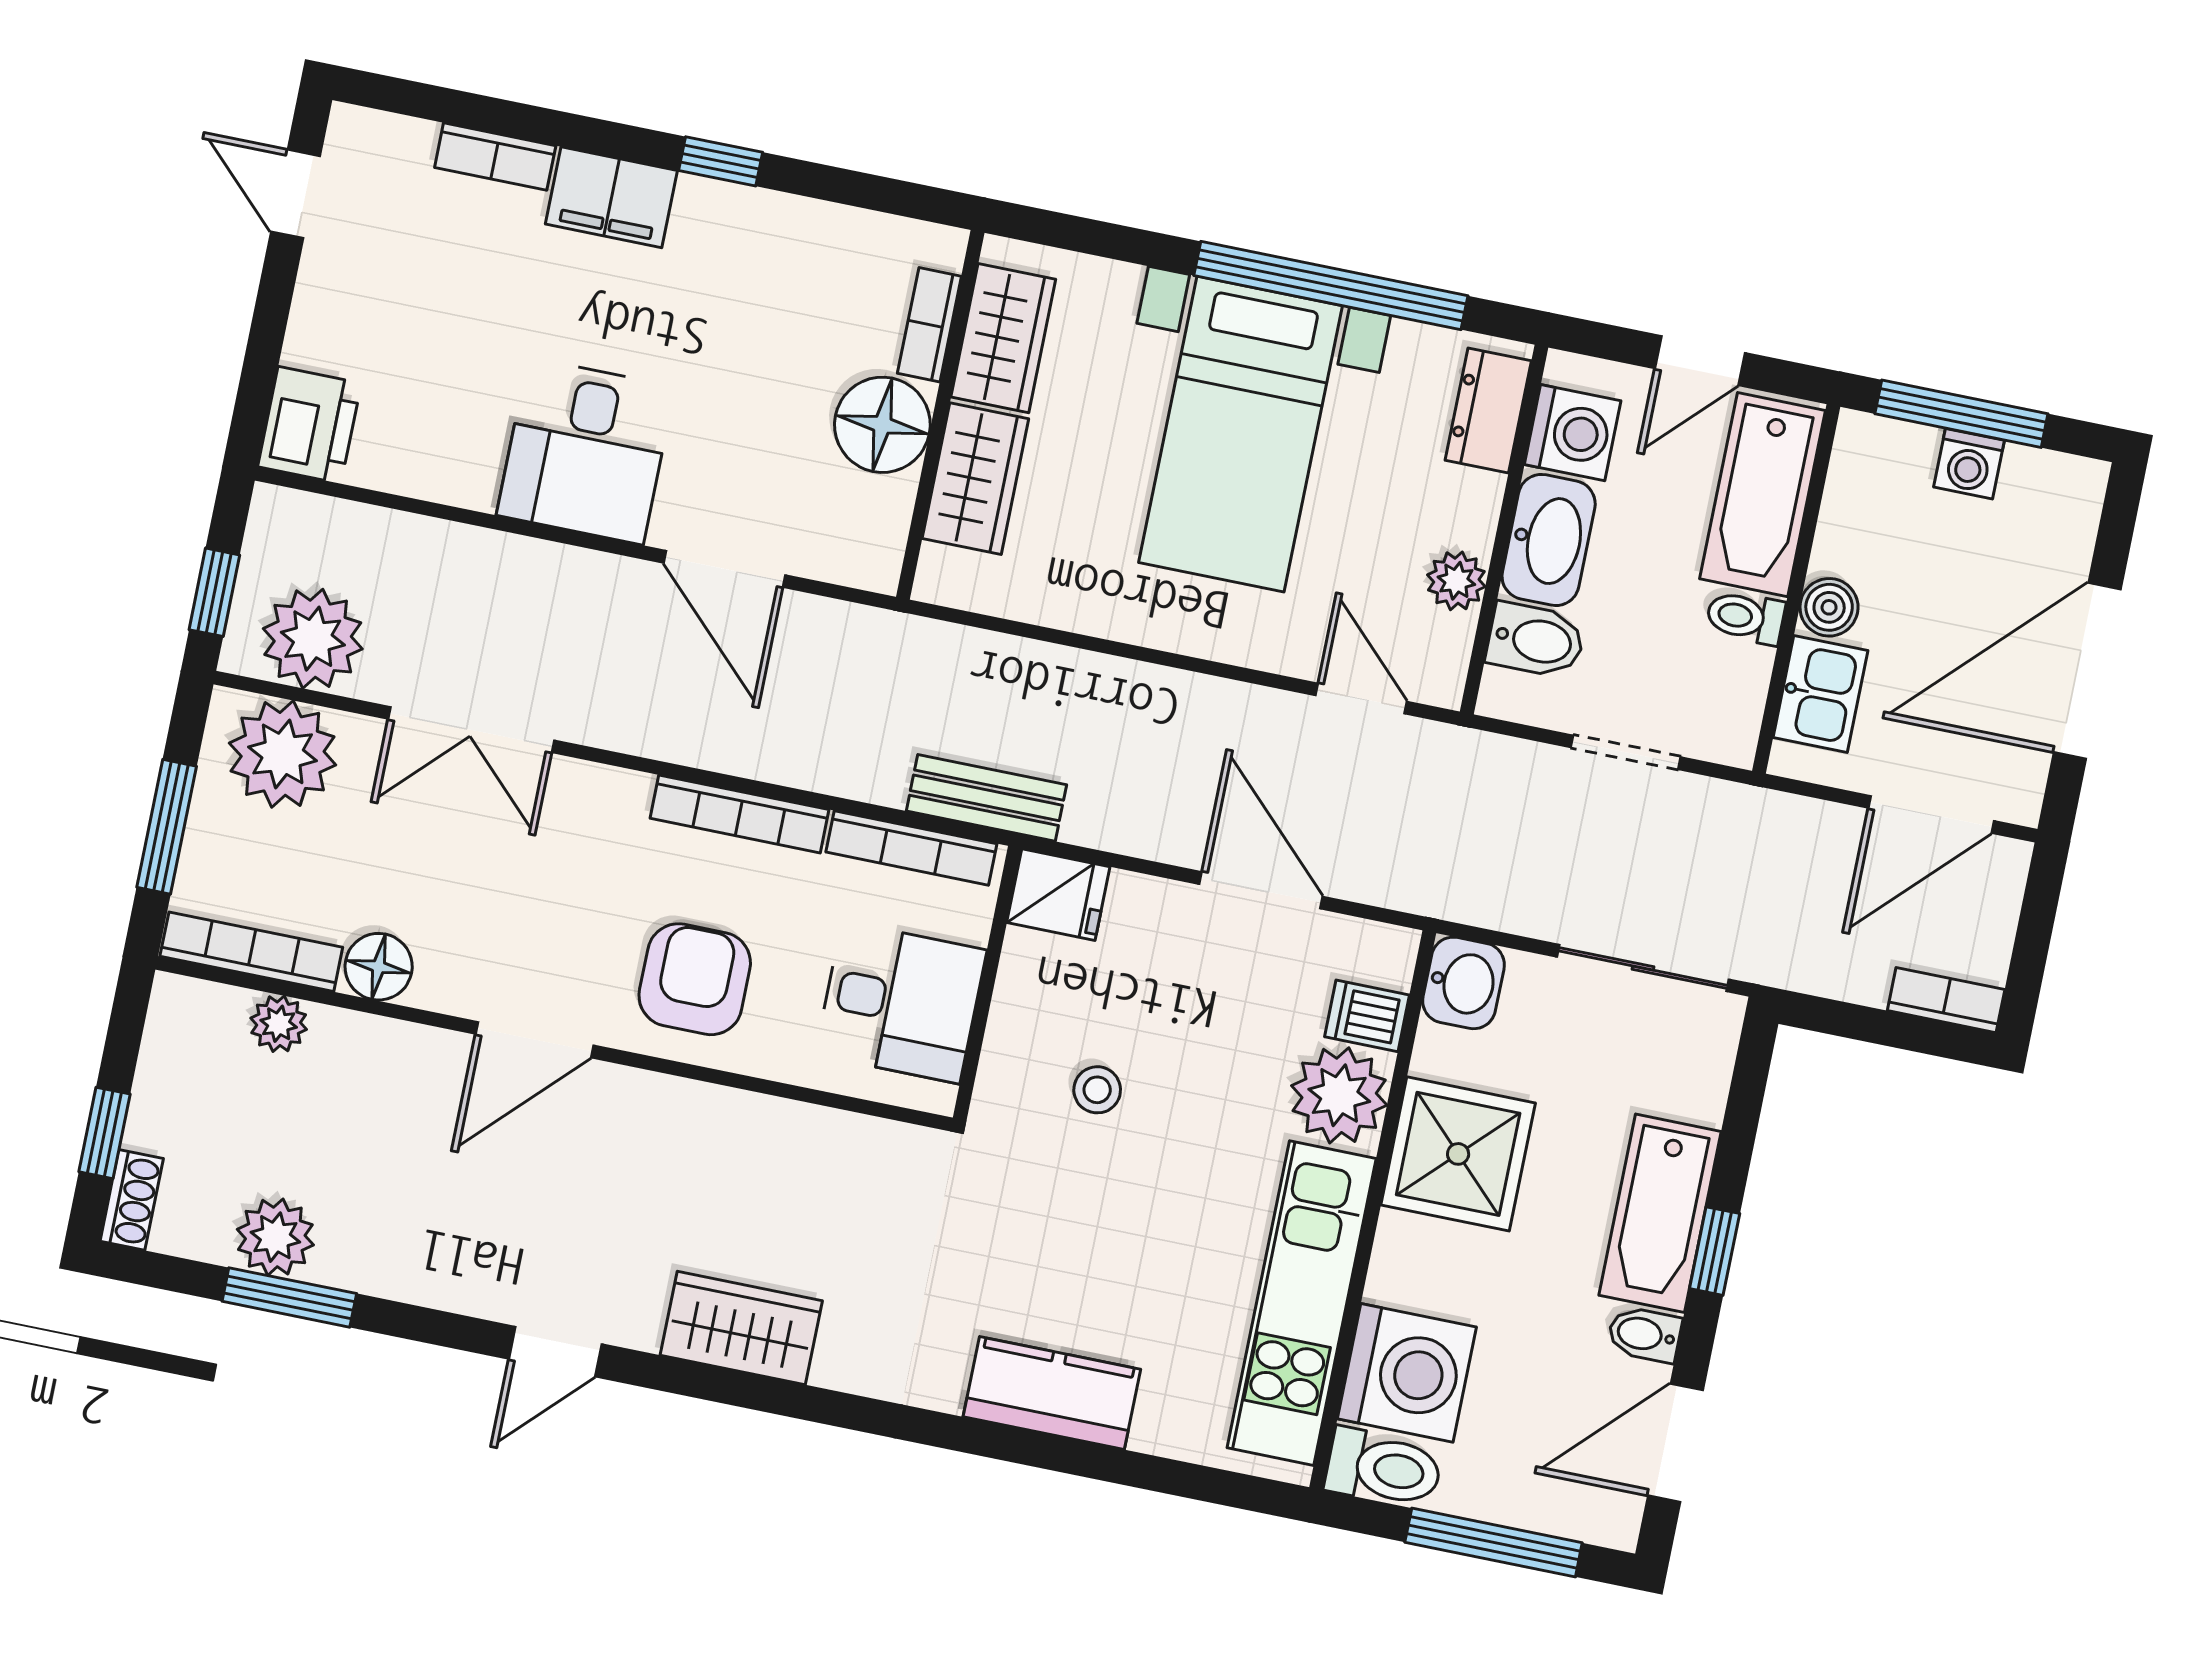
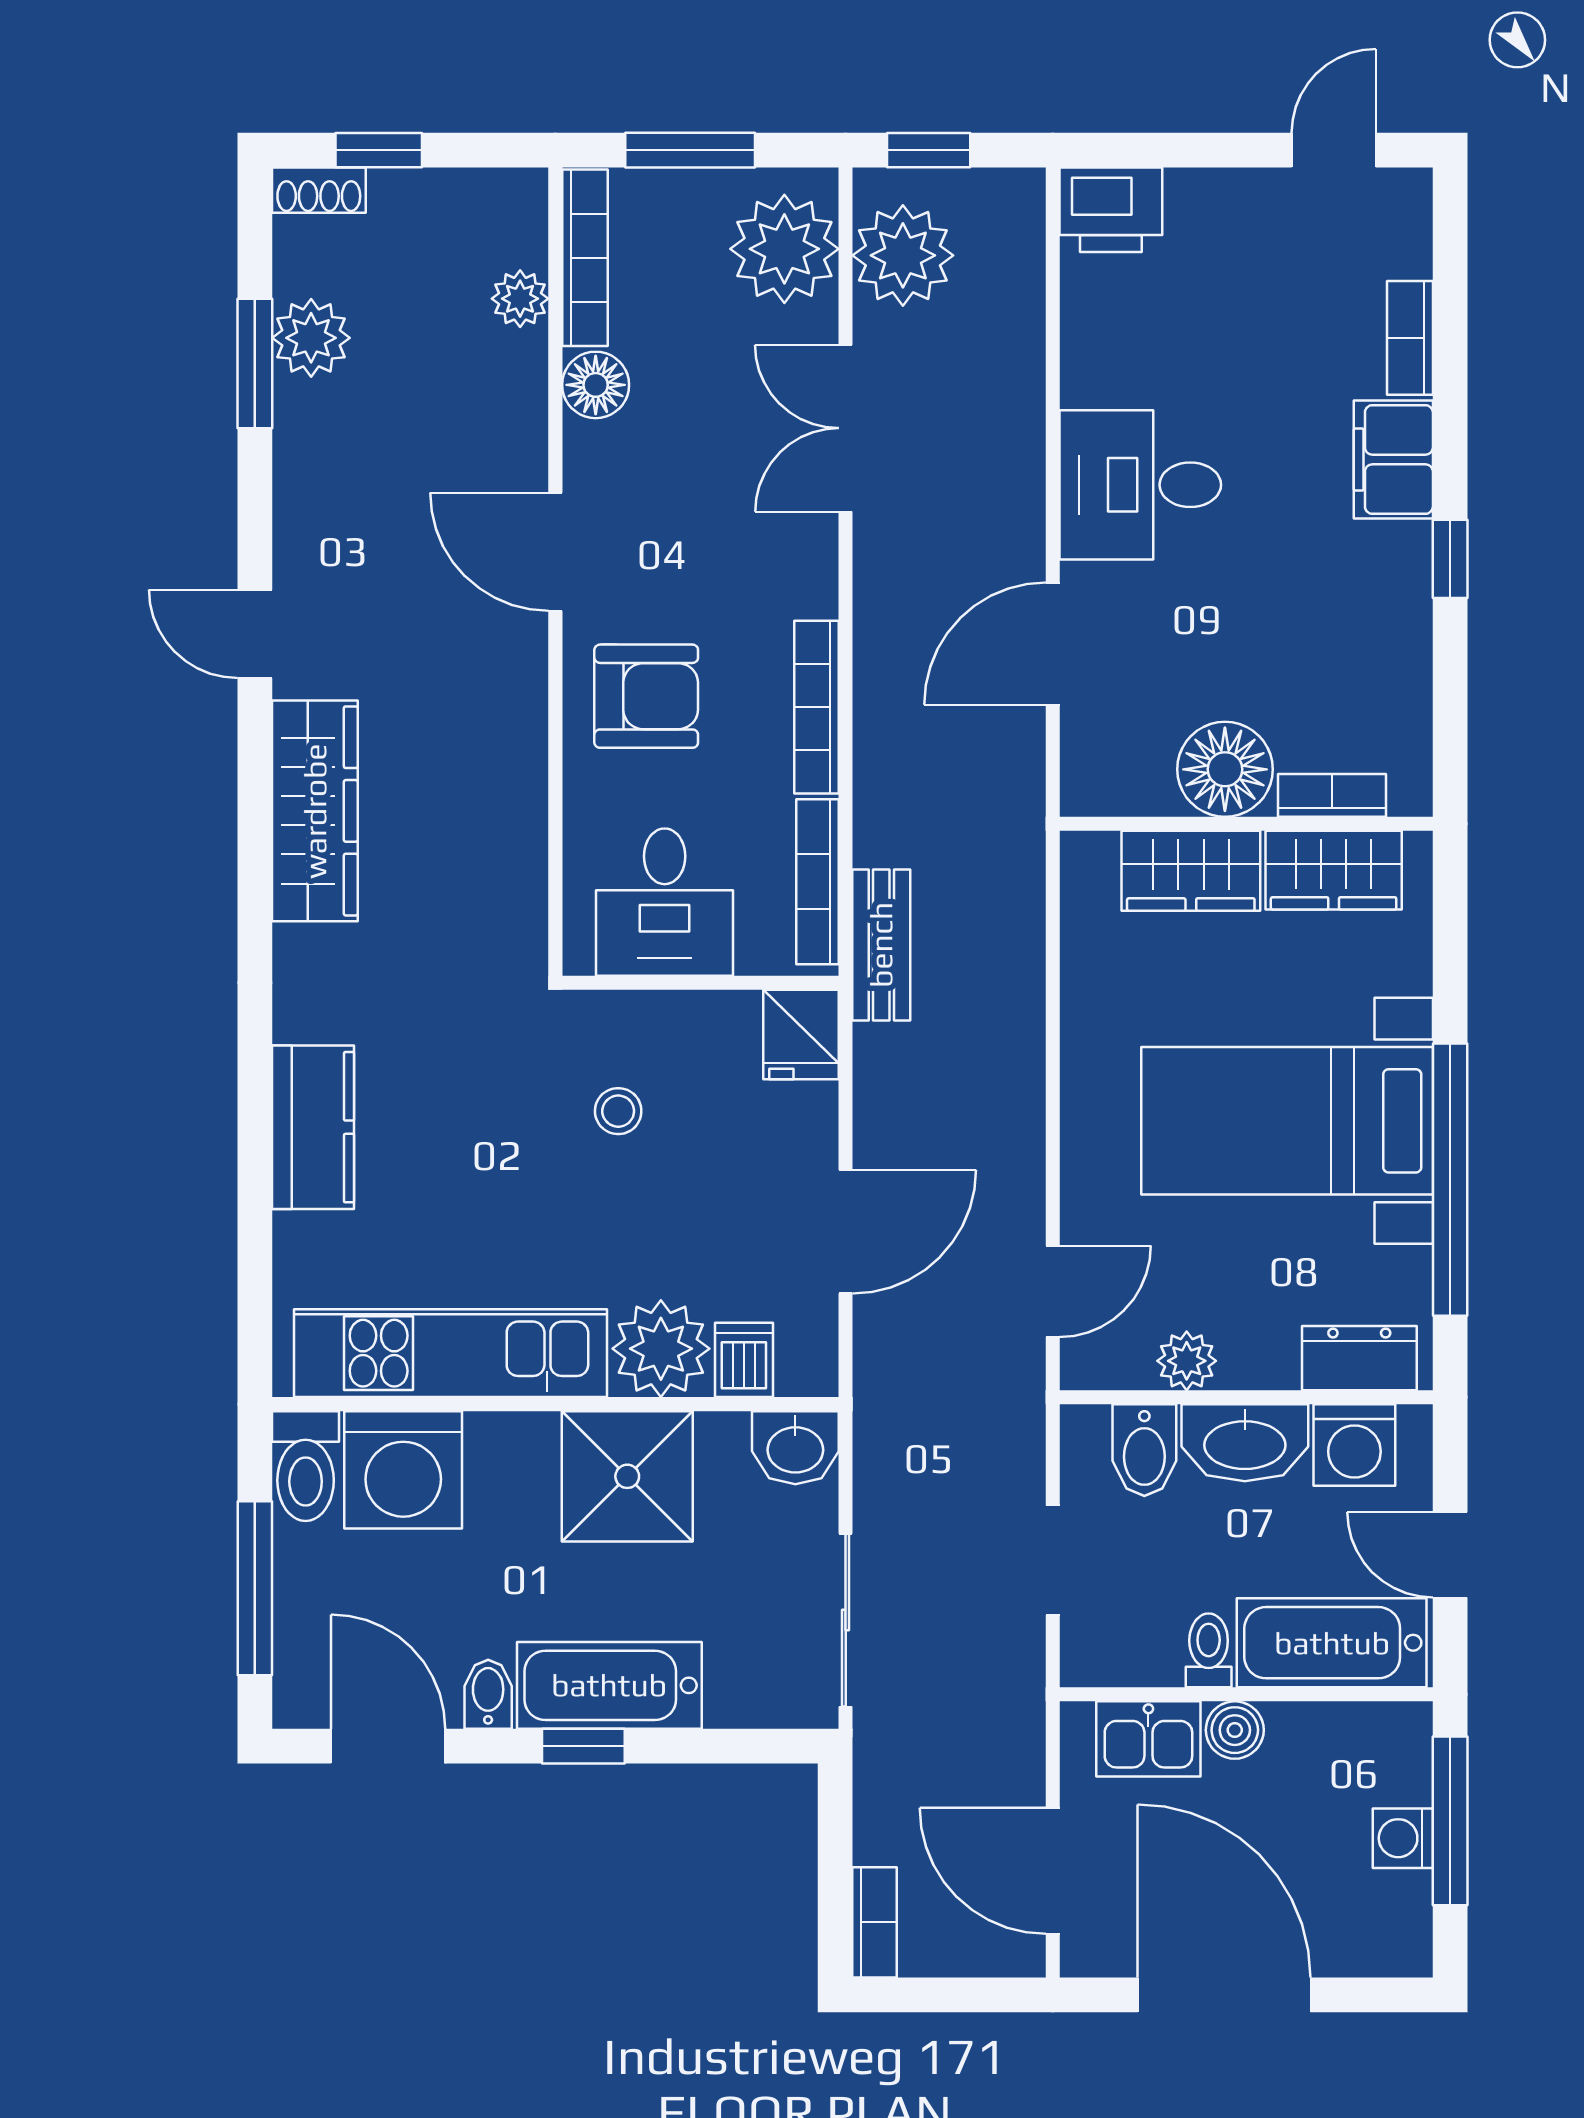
wardrobe: (741, 1328) -> (315, 811), width x1.50

